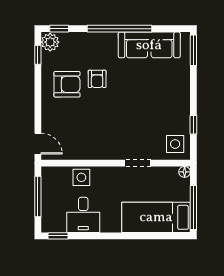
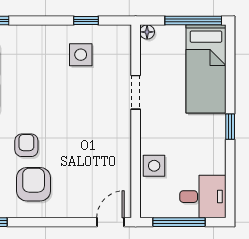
armchair: (97, 79) -> (26, 145), turned -90
side table: (175, 144) -> (81, 55), moved
desk: (83, 215) -> (203, 197), moved
window: (58, 236) -> (230, 127), moved

